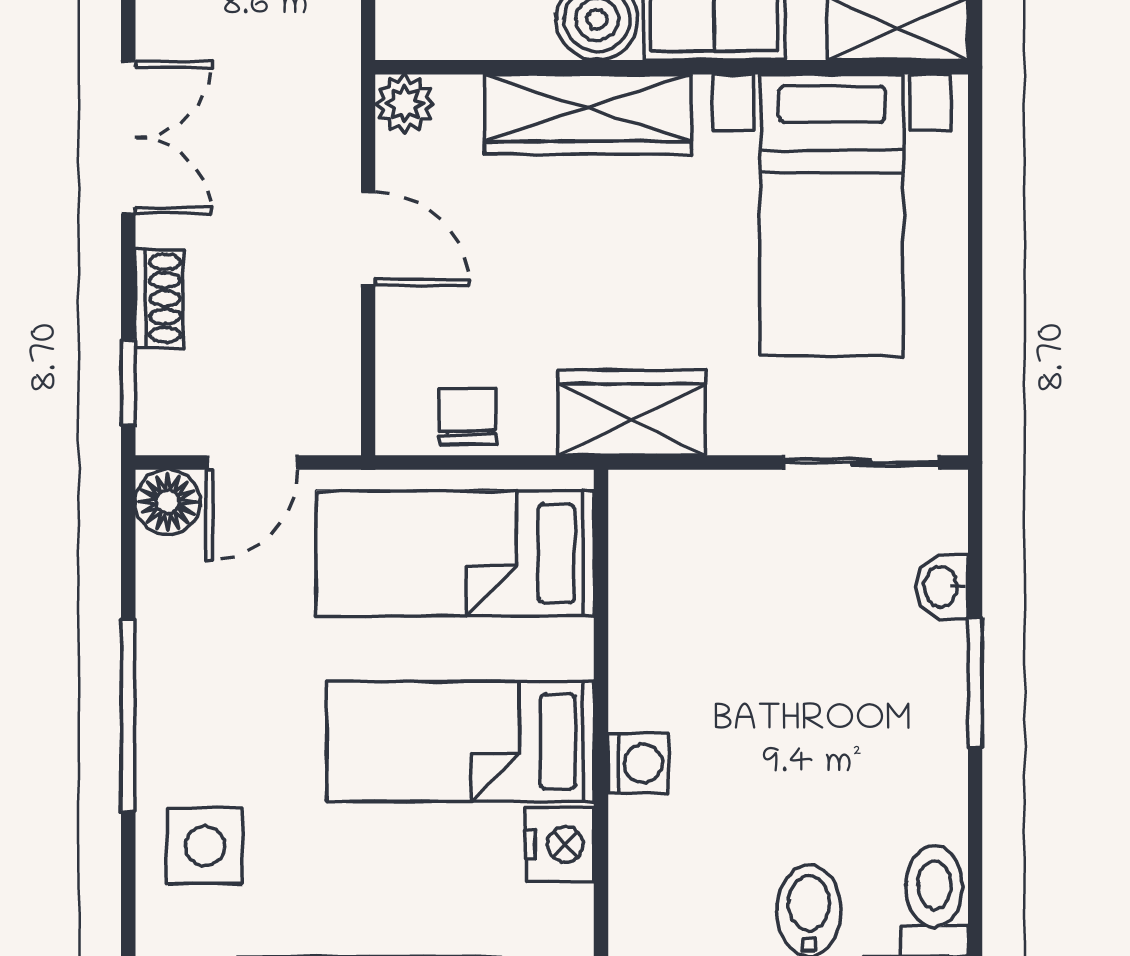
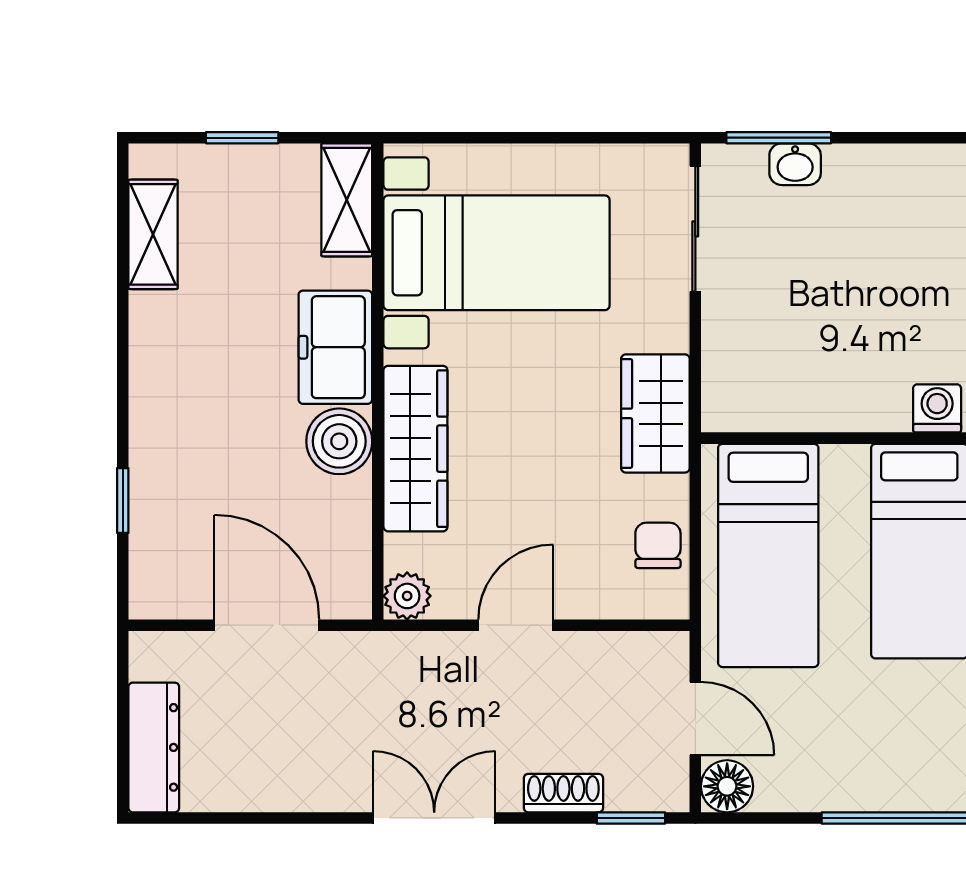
chair: (468, 416) -> (658, 545), turned 91
window: (975, 683) -> (779, 138), moved

